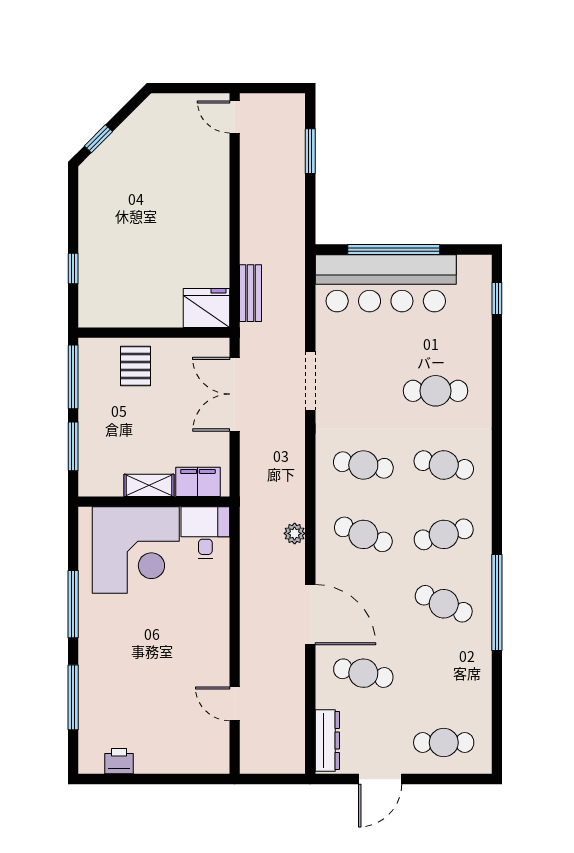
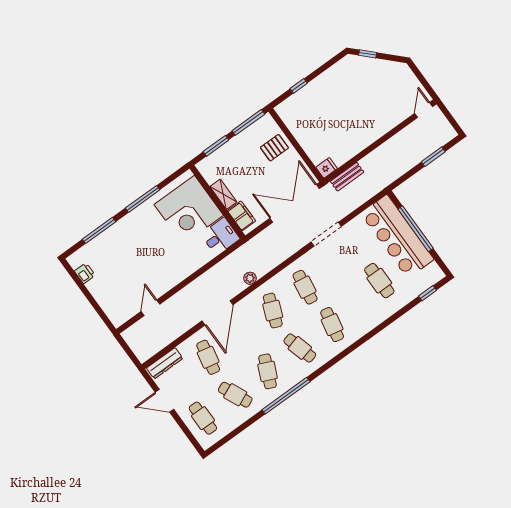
fridge: (206, 308) -> (327, 168), width x0.53, depth x0.75
cafe table: (436, 391) -> (379, 281), moved
double door: (235, 394) -> (295, 203), width x1.36
cafe table: (444, 673) -> (235, 395), added

